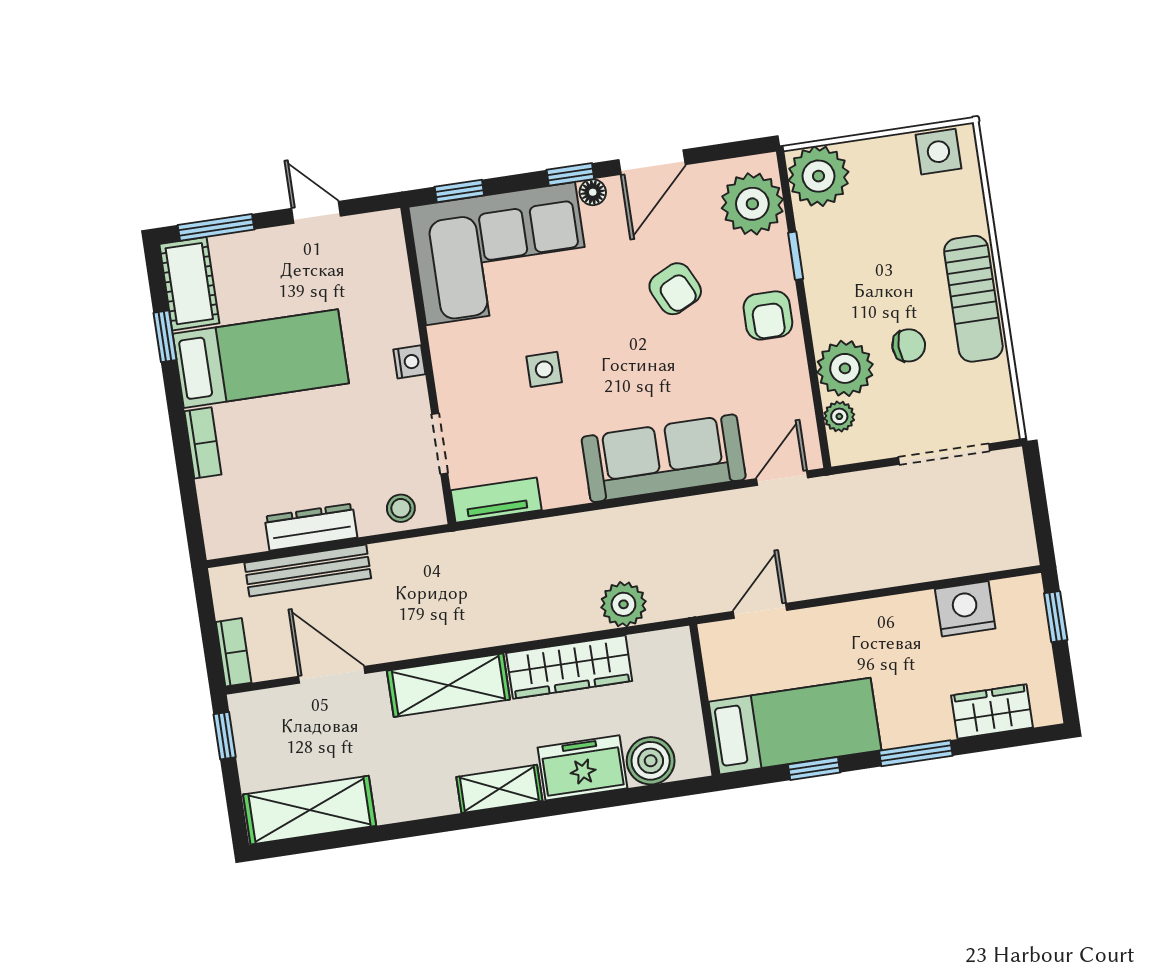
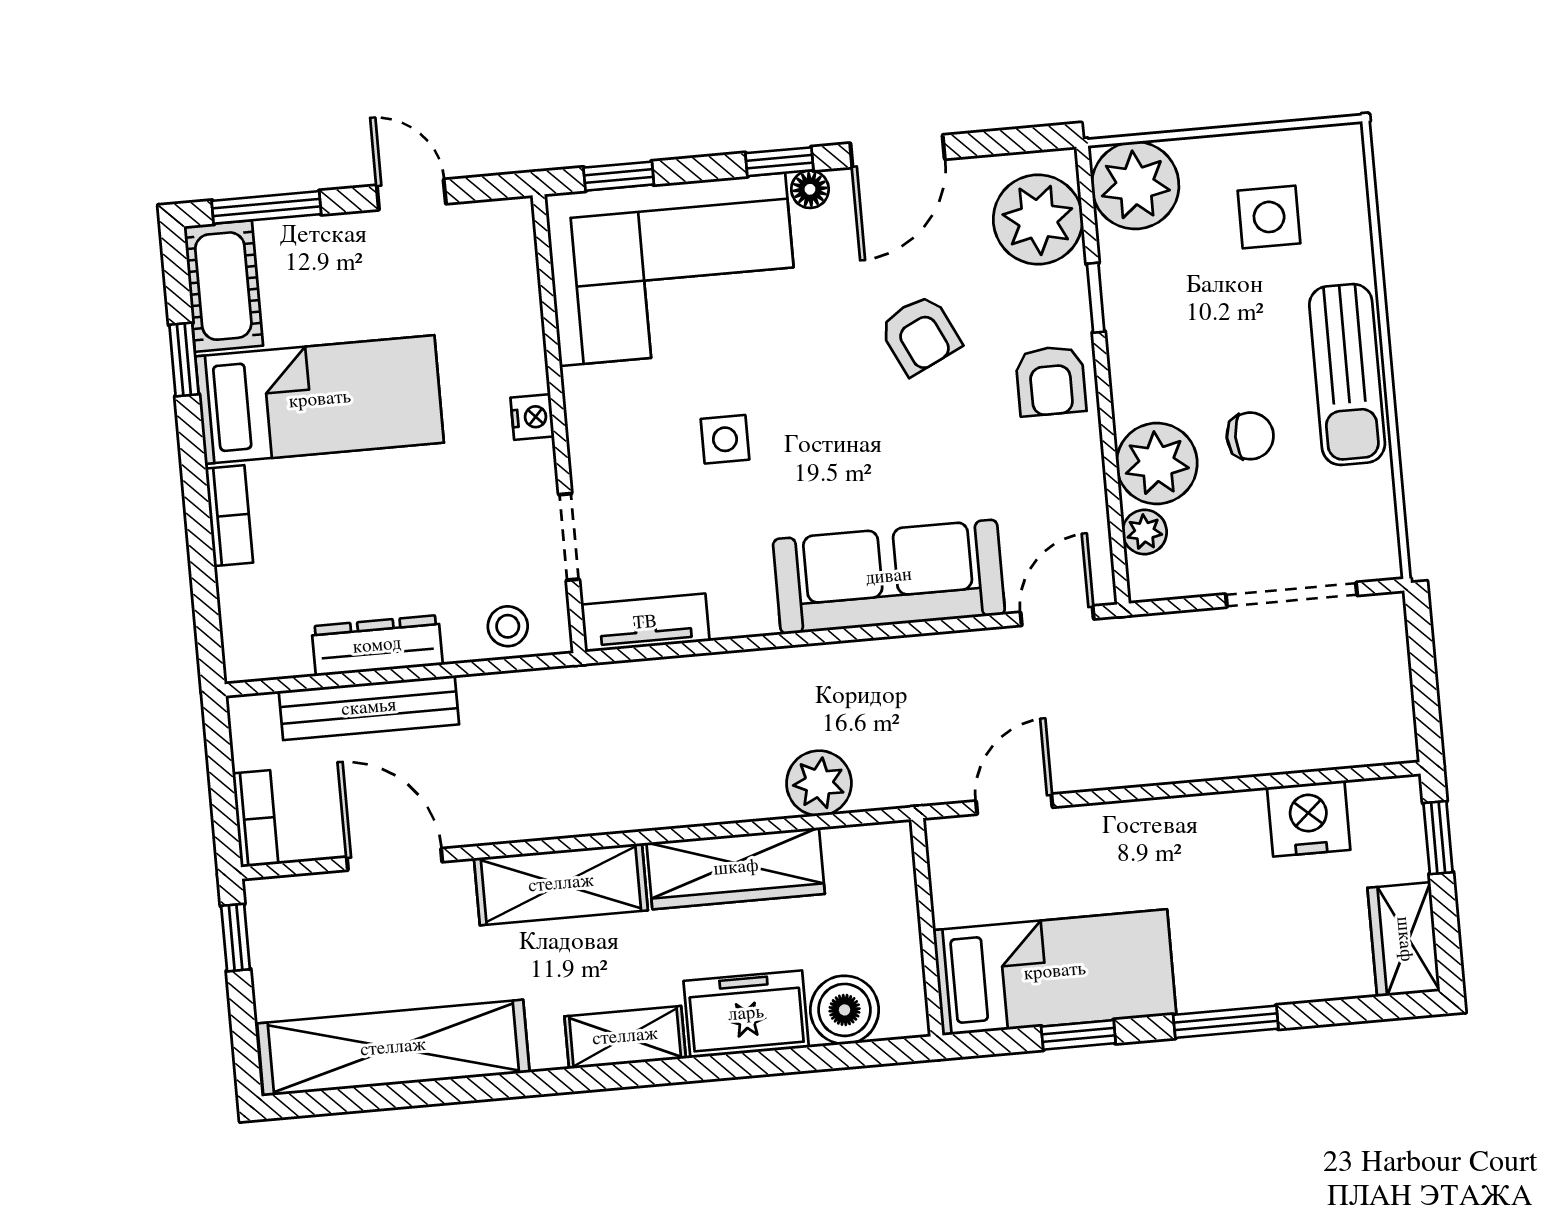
side table: (938, 152) -> (1269, 217), moved
wardrobe: (992, 712) -> (1404, 939), moved, turned -90
shelving: (310, 810) -> (393, 1048), width x1.47

